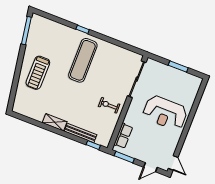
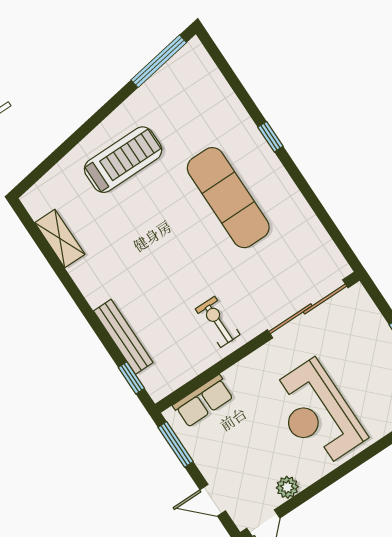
exercise mat: (83, 60) -> (228, 198), turned 90
treadmill: (38, 73) -> (123, 160), turned 180
shelving: (55, 122) -> (60, 238), moved
plant: (173, 145) -> (287, 487), added

